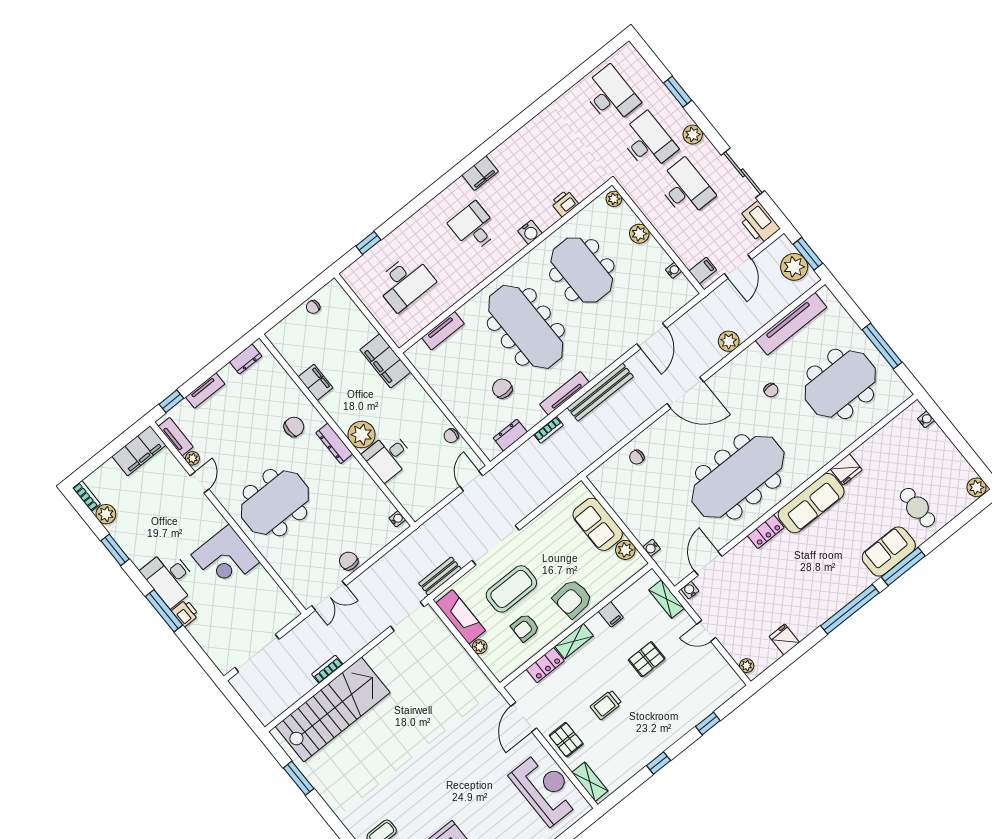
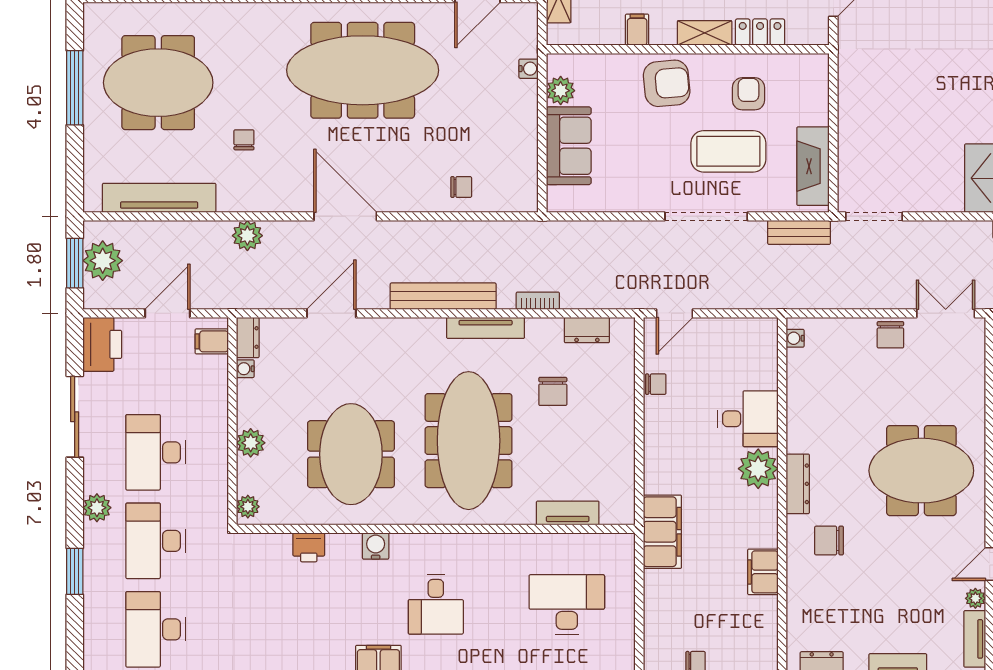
dresser: (685, 288) -> (248, 338), added
armchair: (525, 628) -> (748, 94), turned -90
plant: (480, 647) -> (819, 114), removed

